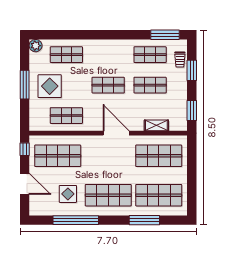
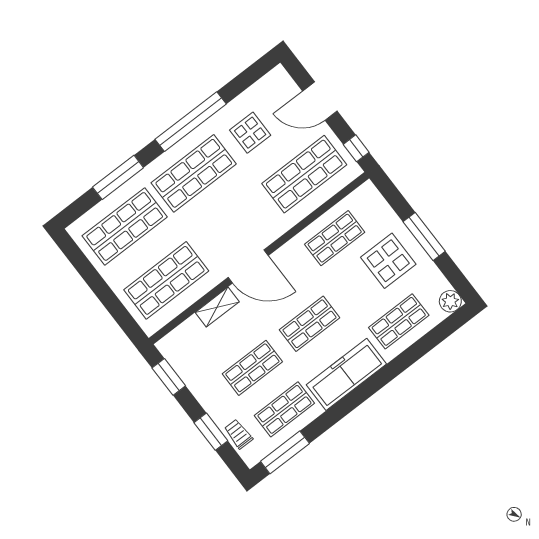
freezer: (109, 49) -> (346, 374), added
shelving: (156, 125) -> (217, 307), moved
window: (76, 220) -> (191, 122), moved

